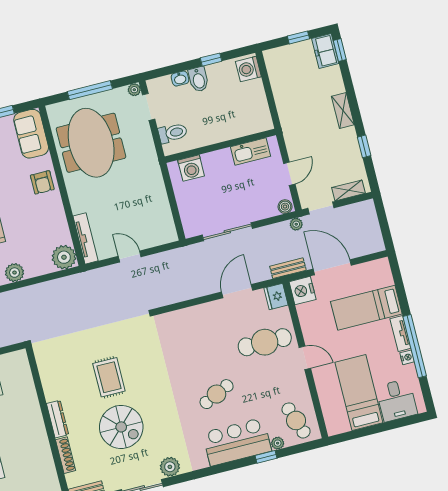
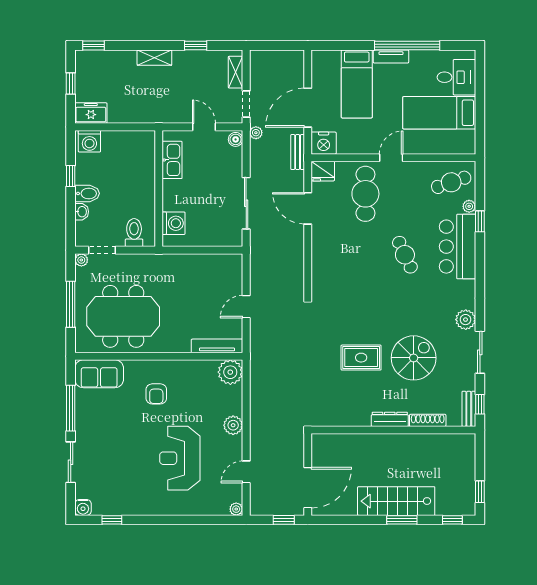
freezer: (325, 51) -> (91, 113), moved, turned 180
armchair: (42, 182) -> (156, 394), moved, turned 90
nightstand: (407, 357) -> (416, 56), removed

